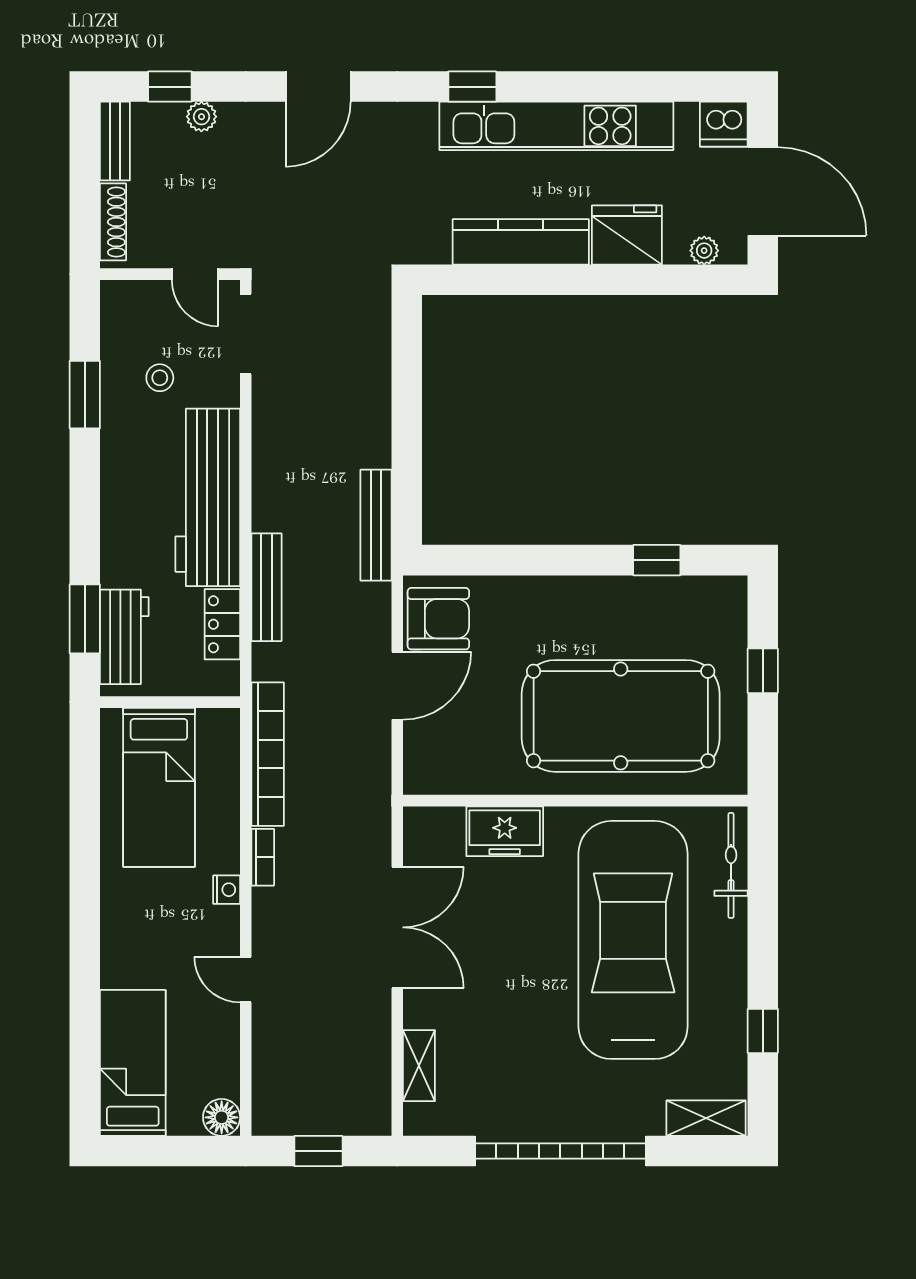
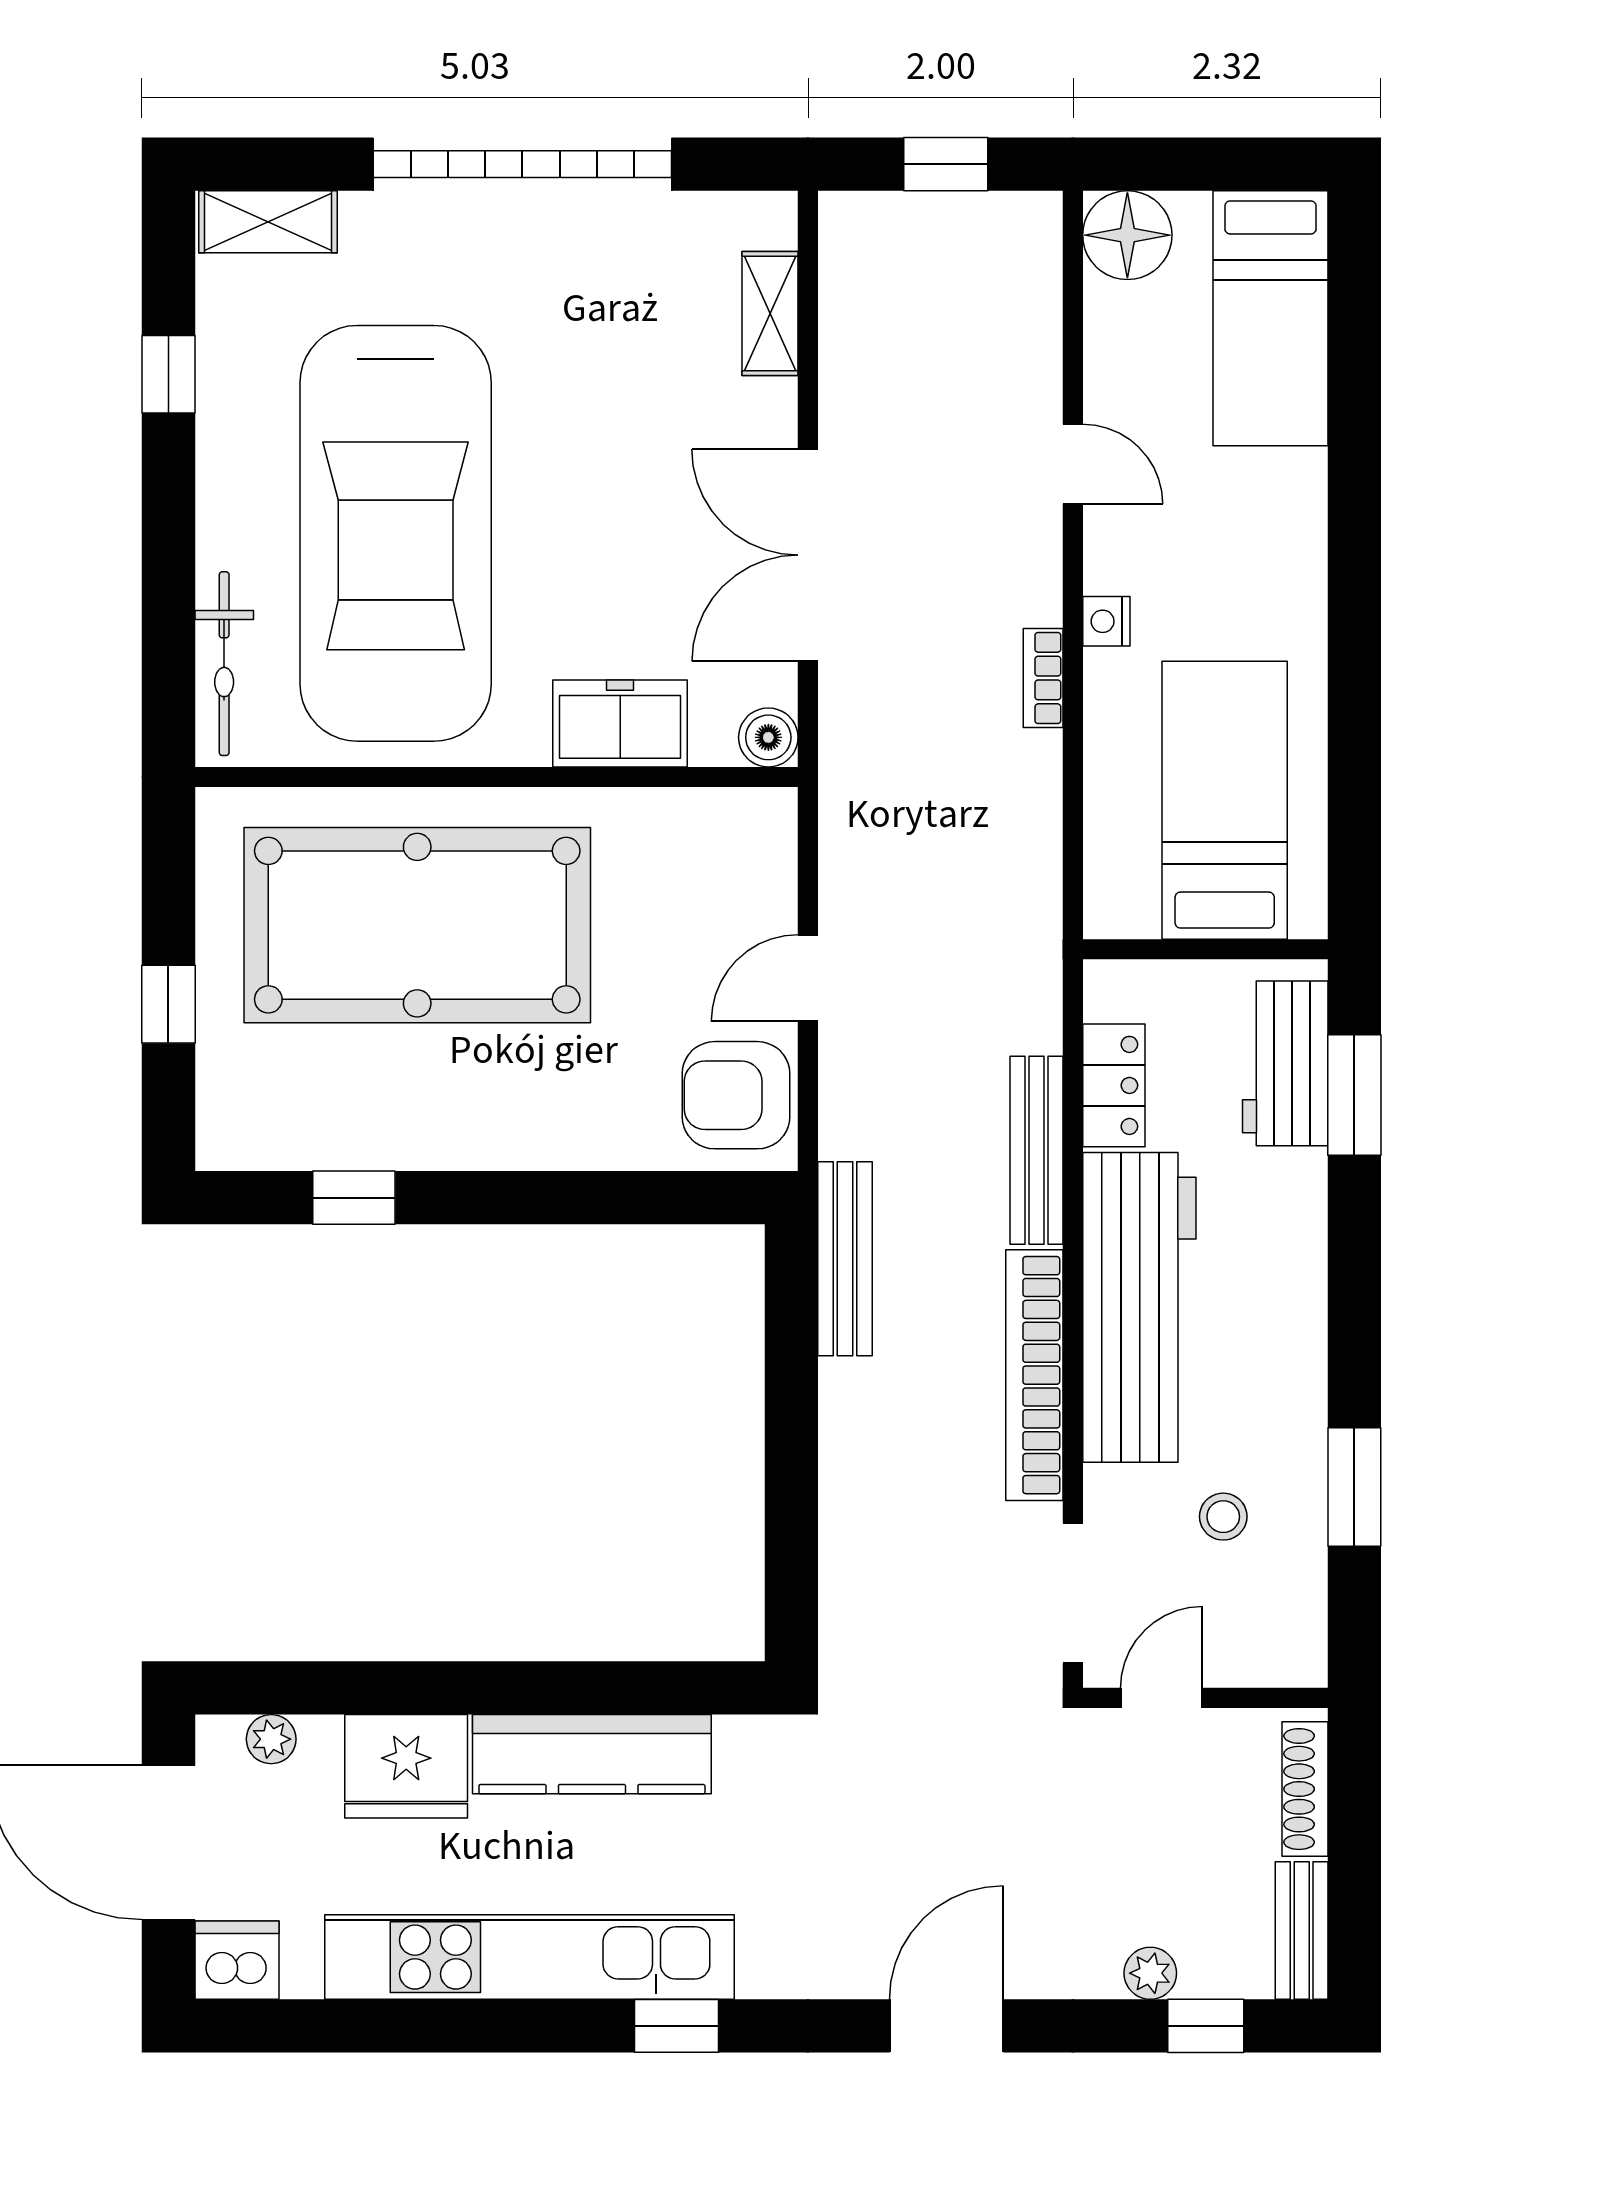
door: (195, 274) -> (1161, 1698), hinge flipped
door: (397, 686) -> (808, 978), width x0.73
bookcase: (268, 754) -> (1034, 1375), moved
boiler: (420, 823) -> (768, 737), added
floor lamp: (222, 1117) -> (1127, 235), width x1.38, depth x1.38

